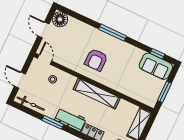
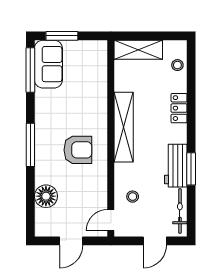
floor lamp: (60, 19) -> (46, 196), moved
window: (157, 54) -> (30, 70), width x2.17
window: (165, 92) -> (62, 36), moved
workbench: (70, 119) -> (176, 166), moved

